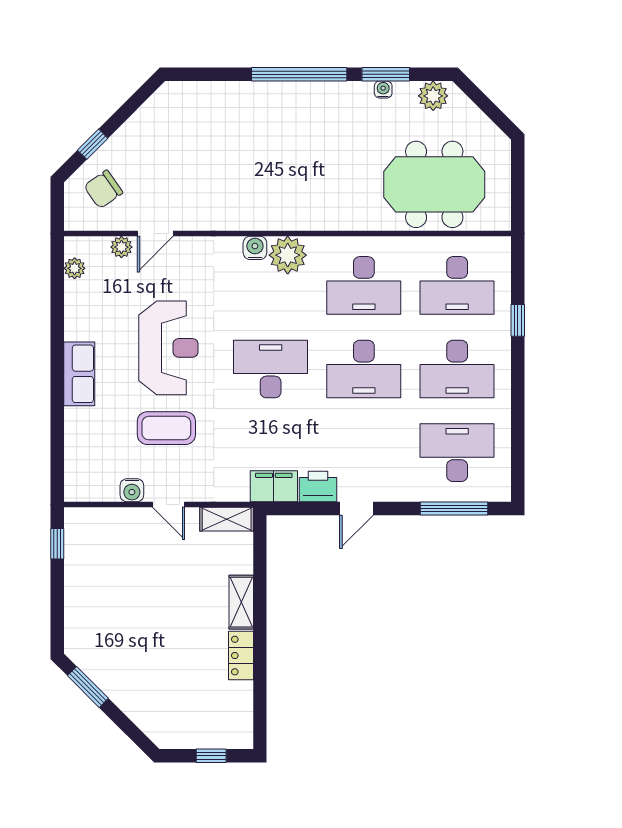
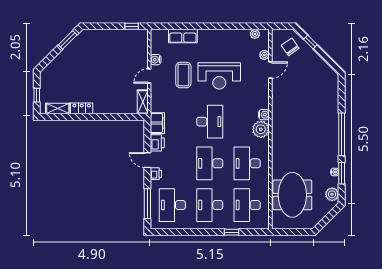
door: (155, 234) -> (270, 70), swing flipped
row of seats: (79, 374) -> (183, 36), moved
desk: (457, 453) -> (172, 205), turned 180
printer: (387, 490) -> (156, 174), added
shelving: (241, 602) -> (58, 108), moved

